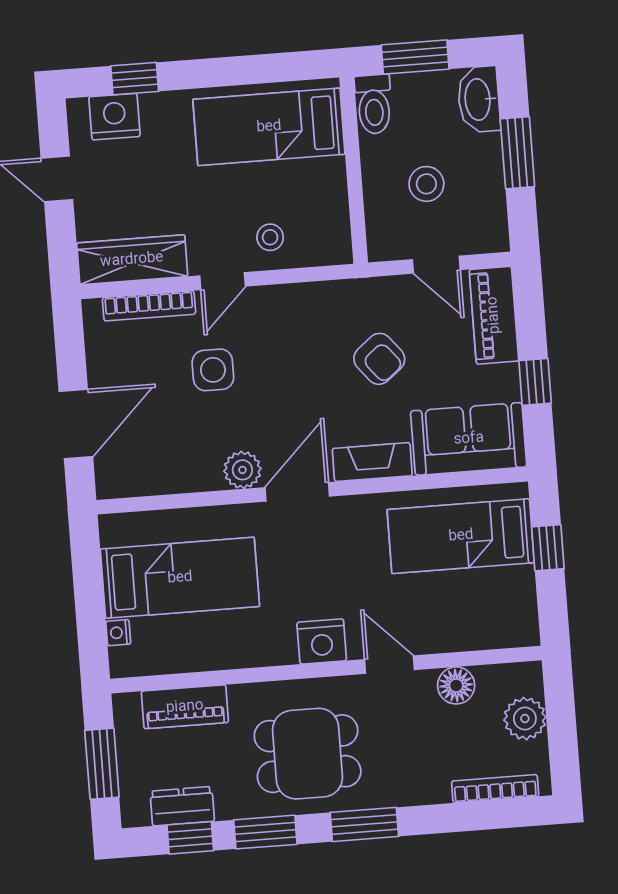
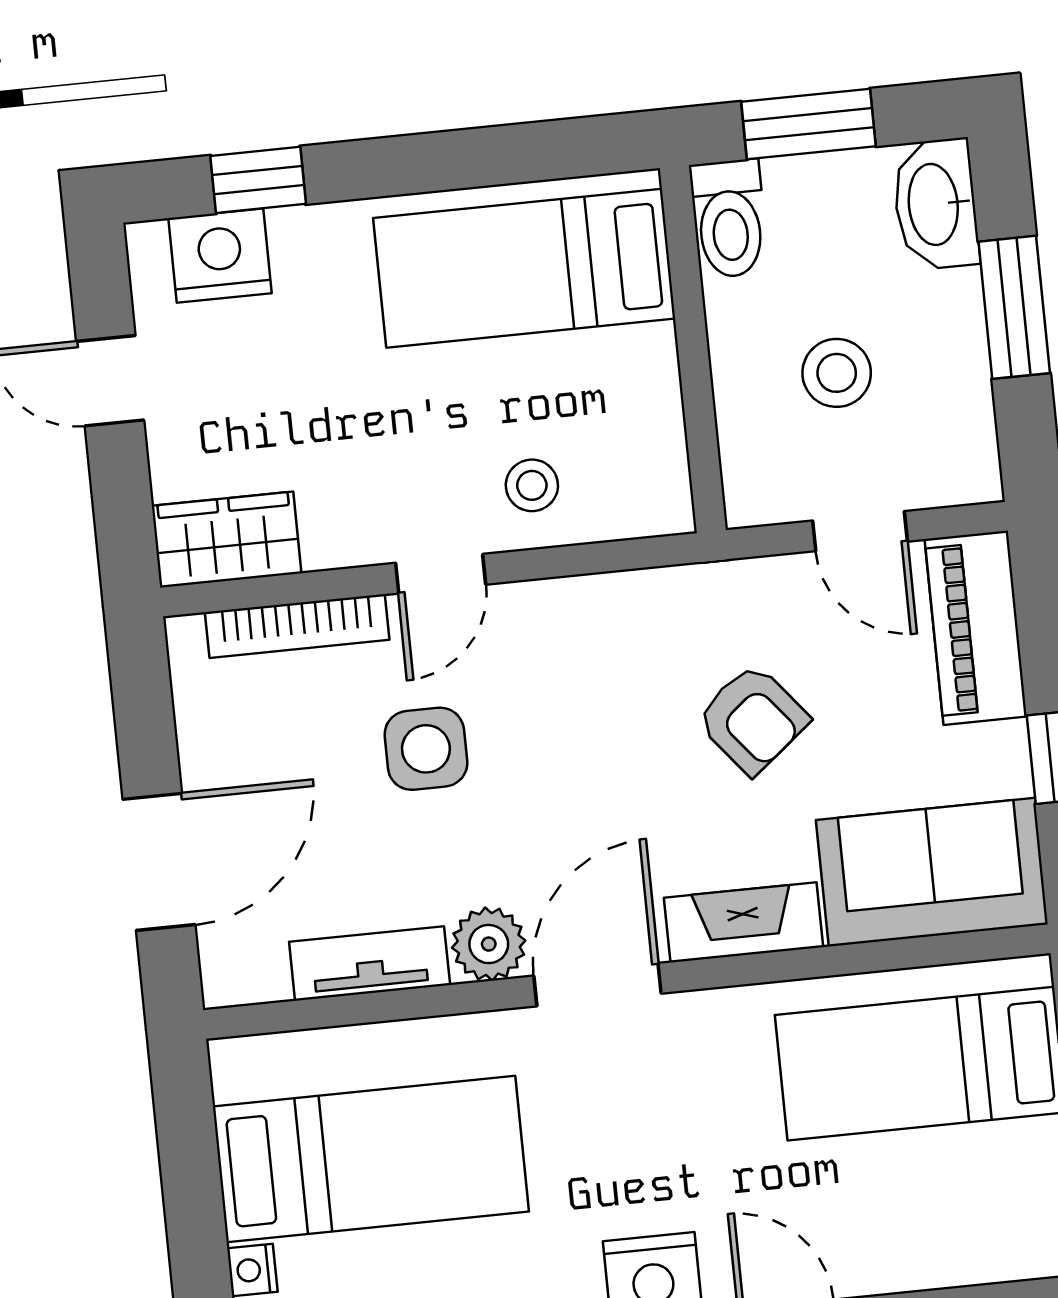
wardrobe: (132, 260) -> (227, 540), width x0.67
tv unit: (182, 478) -> (370, 963), added

